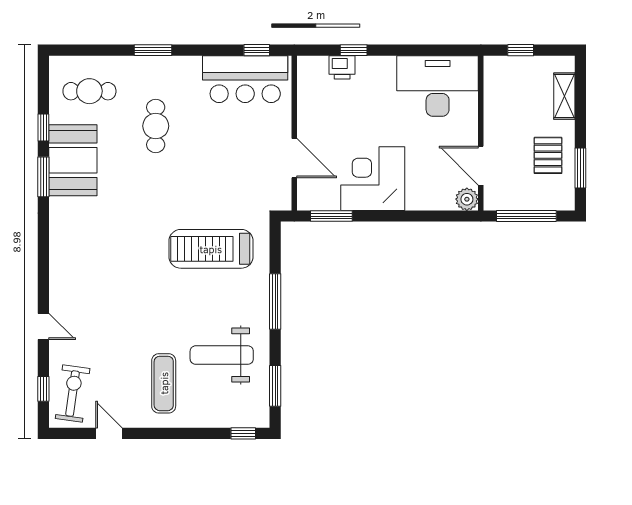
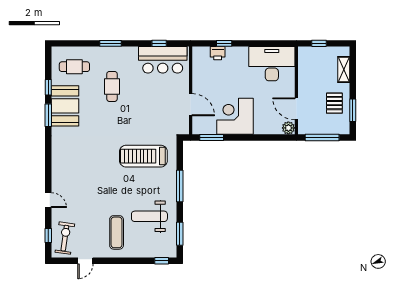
window: (257, 50) -> (159, 43), moved
door: (109, 433) -> (85, 261), swing flipped

